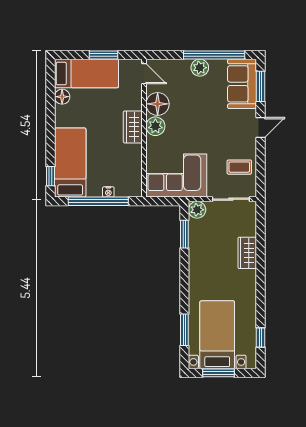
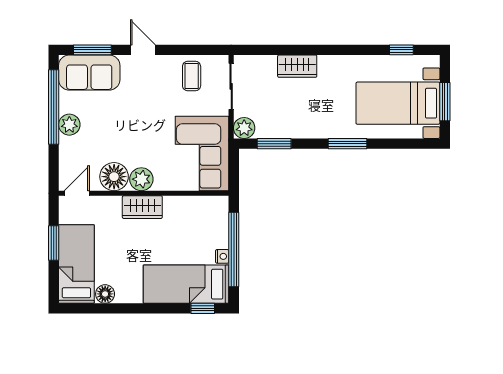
nightstand: (108, 192) -> (222, 256), moved
window: (184, 330) -> (348, 144), moved

